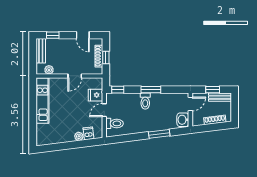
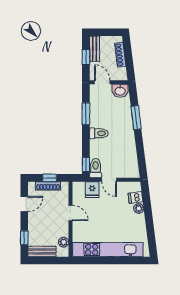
window: (151, 90) -> (86, 114), moved
kitchen unit: (42, 101) -> (108, 250), width x1.36
toilet: (114, 123) -> (96, 168), moved

